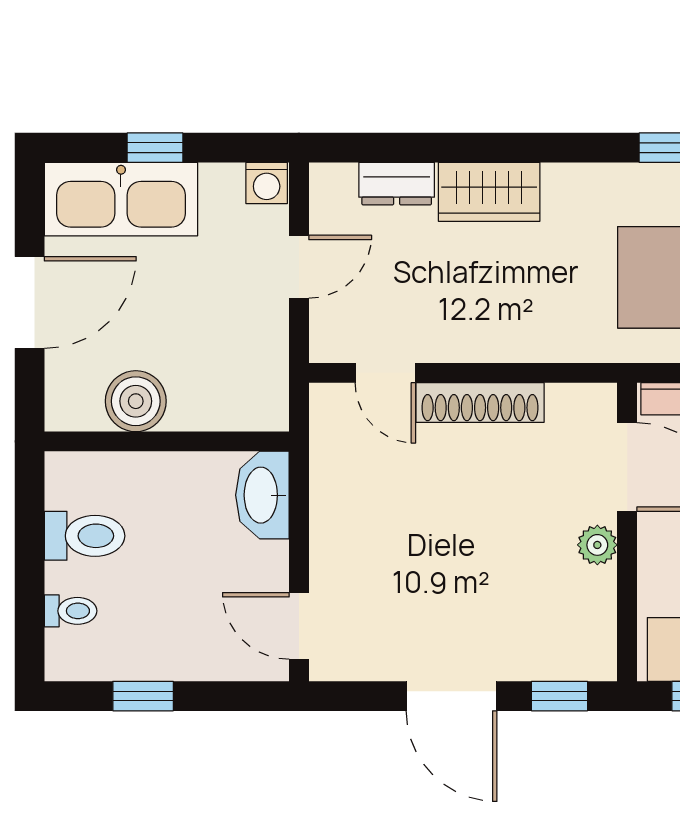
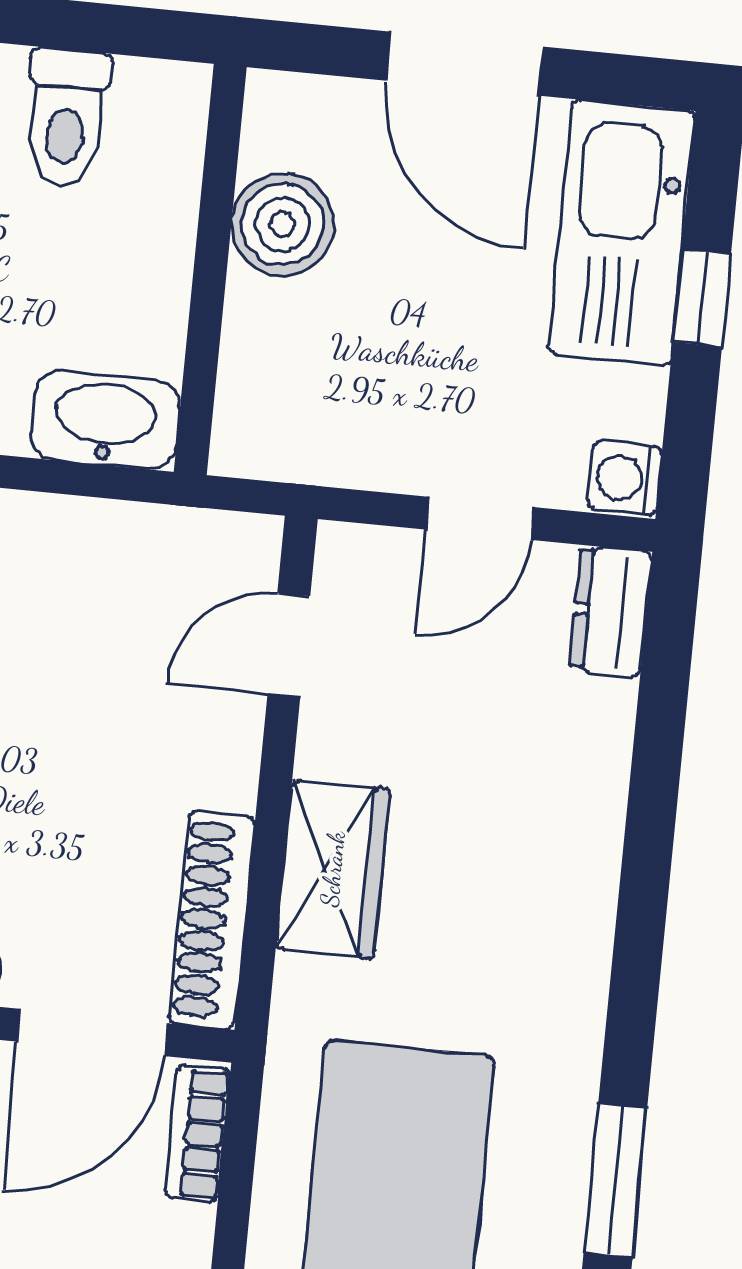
dresser: (397, 184) -> (611, 611), moved
wardrobe: (489, 192) -> (333, 869), moved, turned 180
door: (299, 267) -> (480, 518), hinge flipped
shoe rack: (480, 402) -> (212, 920), moved

